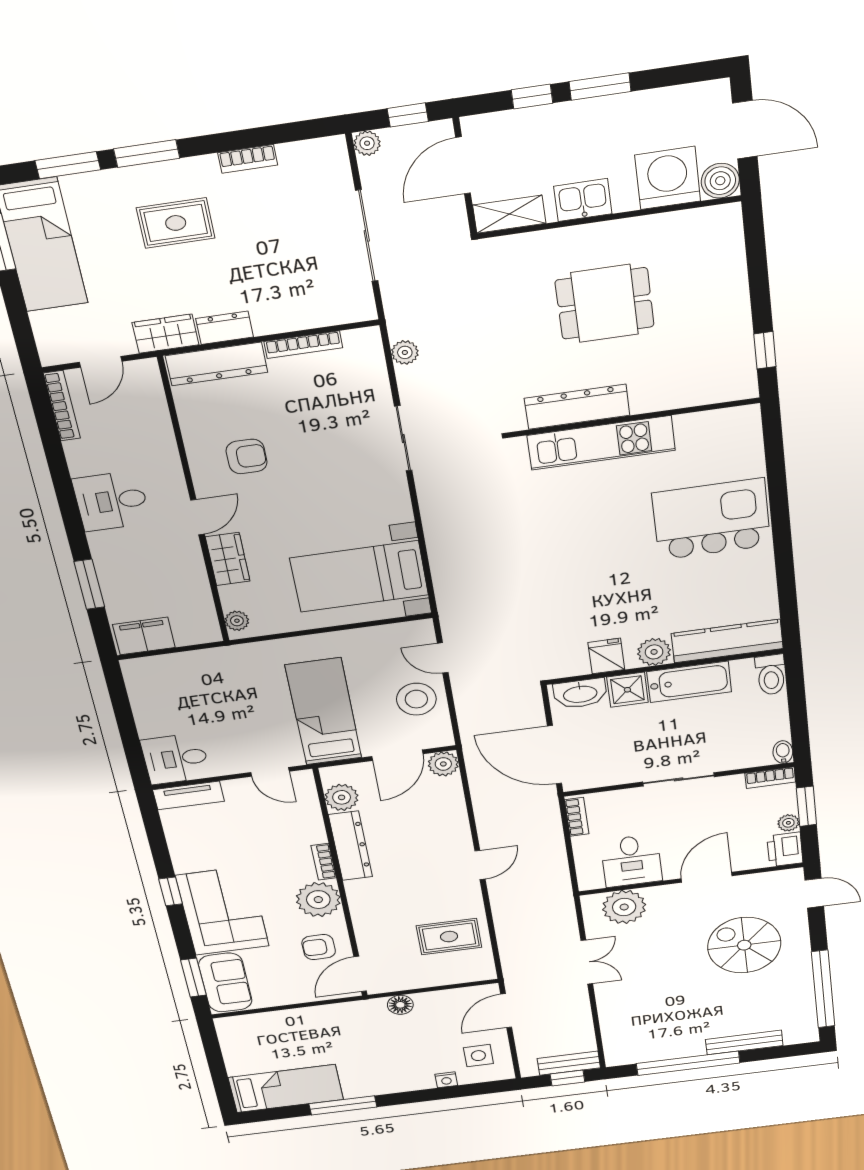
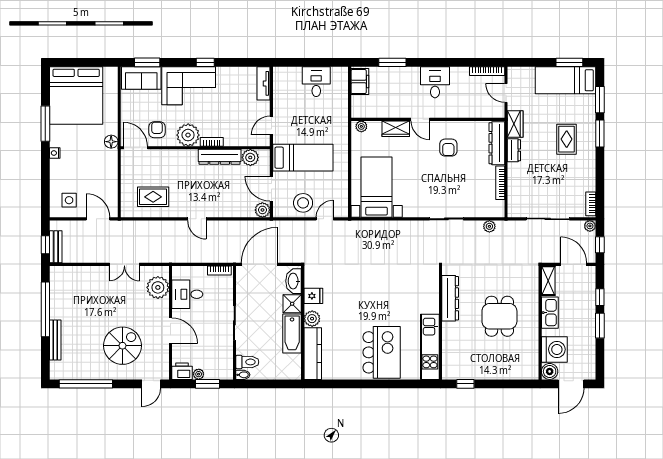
bookcase: (248, 159) -> (591, 204), moved
kitchen sink: (583, 200) -> (550, 313), width x1.38
kitchen unit: (601, 443) -> (430, 347), moved
toilet: (771, 675) -> (247, 362), moved, turned 180
desk: (176, 759) -> (316, 82), moved
bookcase: (770, 778) -> (228, 367), removed
rug: (449, 937) -> (153, 197), turned 90
floor lamp: (400, 1005) -> (111, 142), moved
nightstand: (446, 1080) -> (55, 153), moved
bed: (286, 1088) -> (76, 96), width x2.04

